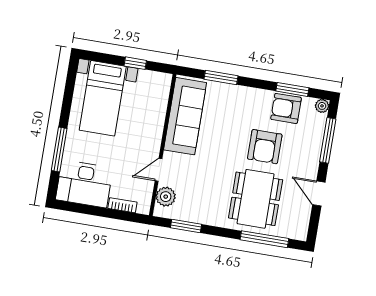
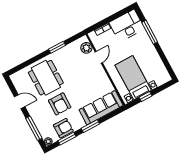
window: (221, 78) -> (90, 126), moved
bed with nightstands: (103, 98) -> (133, 78), moved
sofa: (185, 116) -> (101, 108), moved, turned 90
armchair: (265, 147) -> (60, 104), turned 180
window: (186, 226) -> (57, 47), moved
window: (264, 239) -> (28, 63), removed

